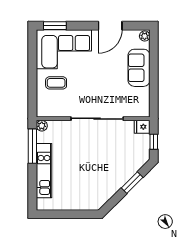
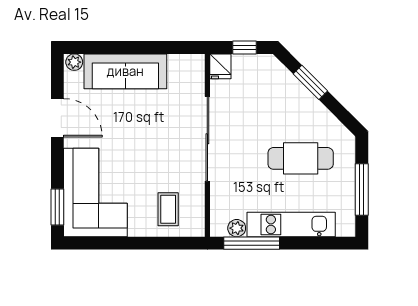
sofa: (139, 68) -> (125, 71), width x1.36
coffee table: (56, 83) -> (168, 209), moved
plant: (42, 126) -> (237, 228), moved
cafe table: (85, 176) -> (301, 158), added
window: (66, 214) -> (362, 190), added

